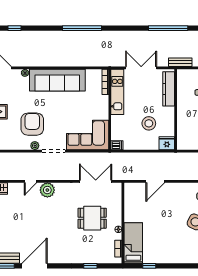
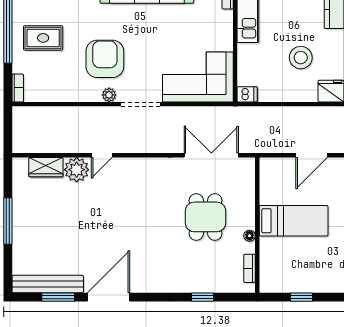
plant: (47, 190) -> (77, 170), moved
dining table: (92, 218) -> (205, 217), turned 90
bed: (133, 243) -> (294, 221), moved, turned 90

